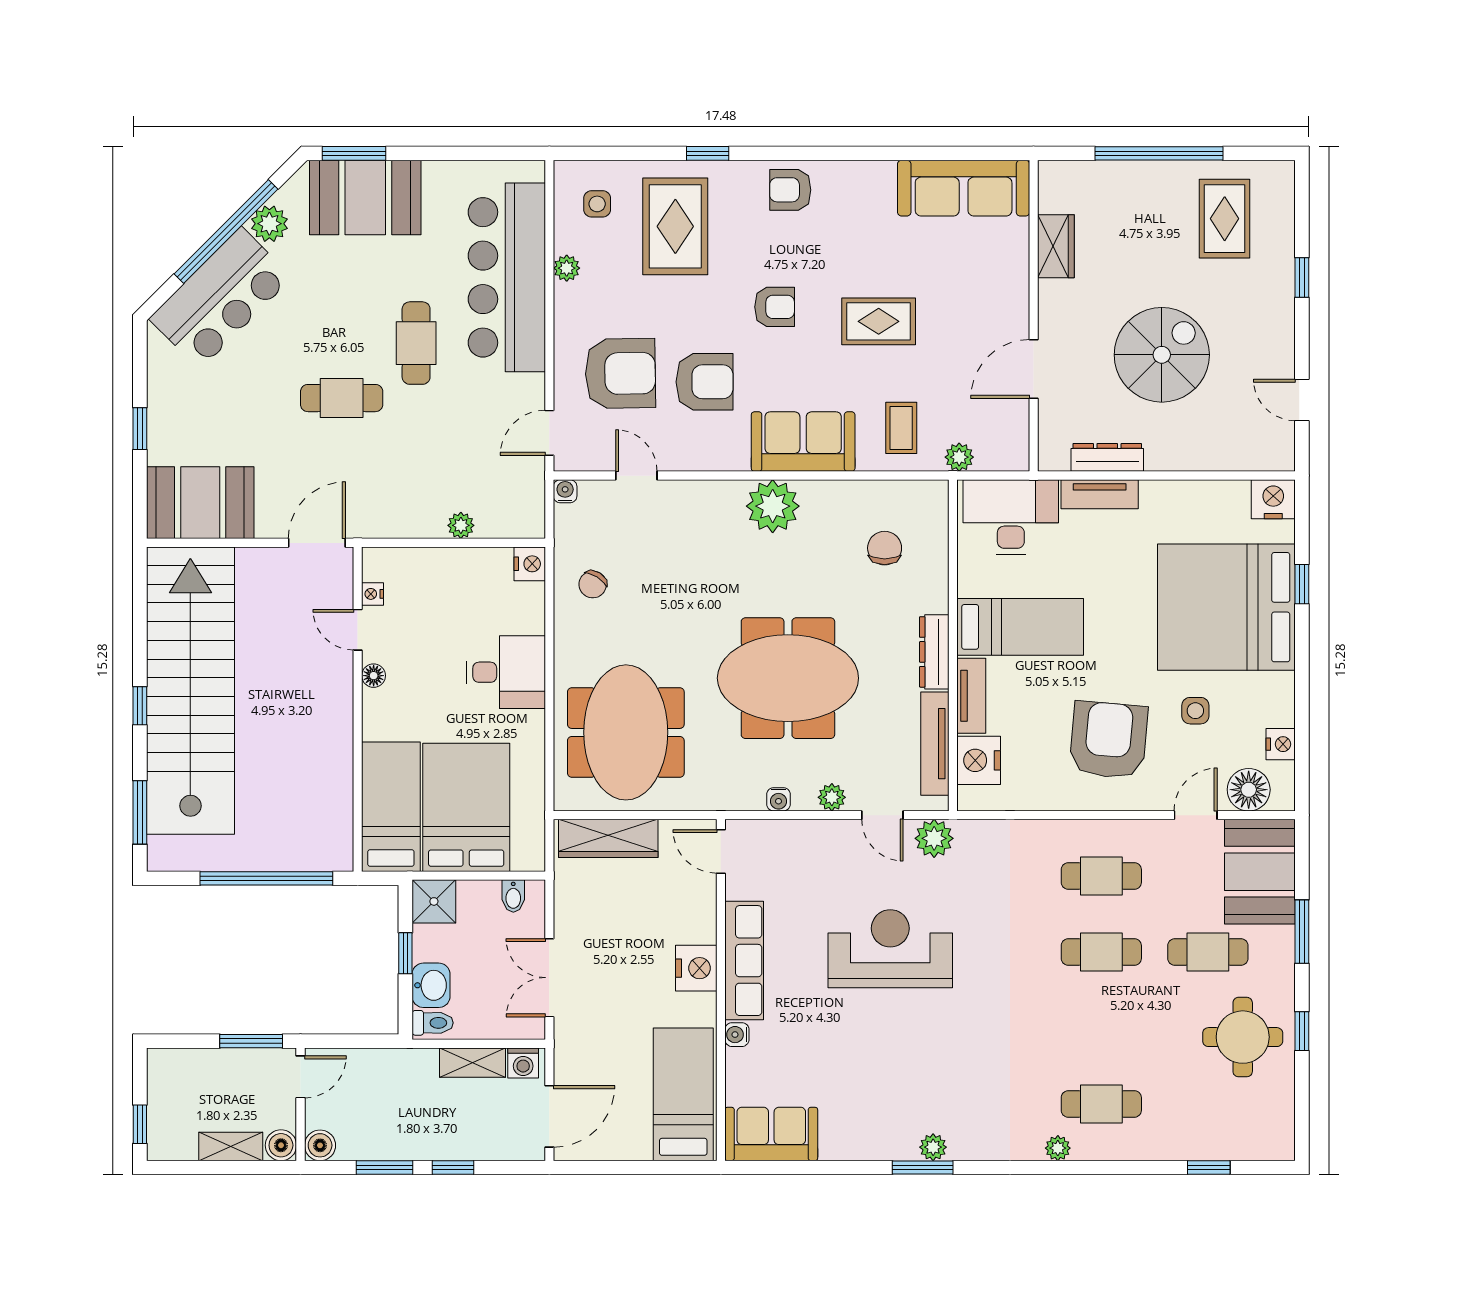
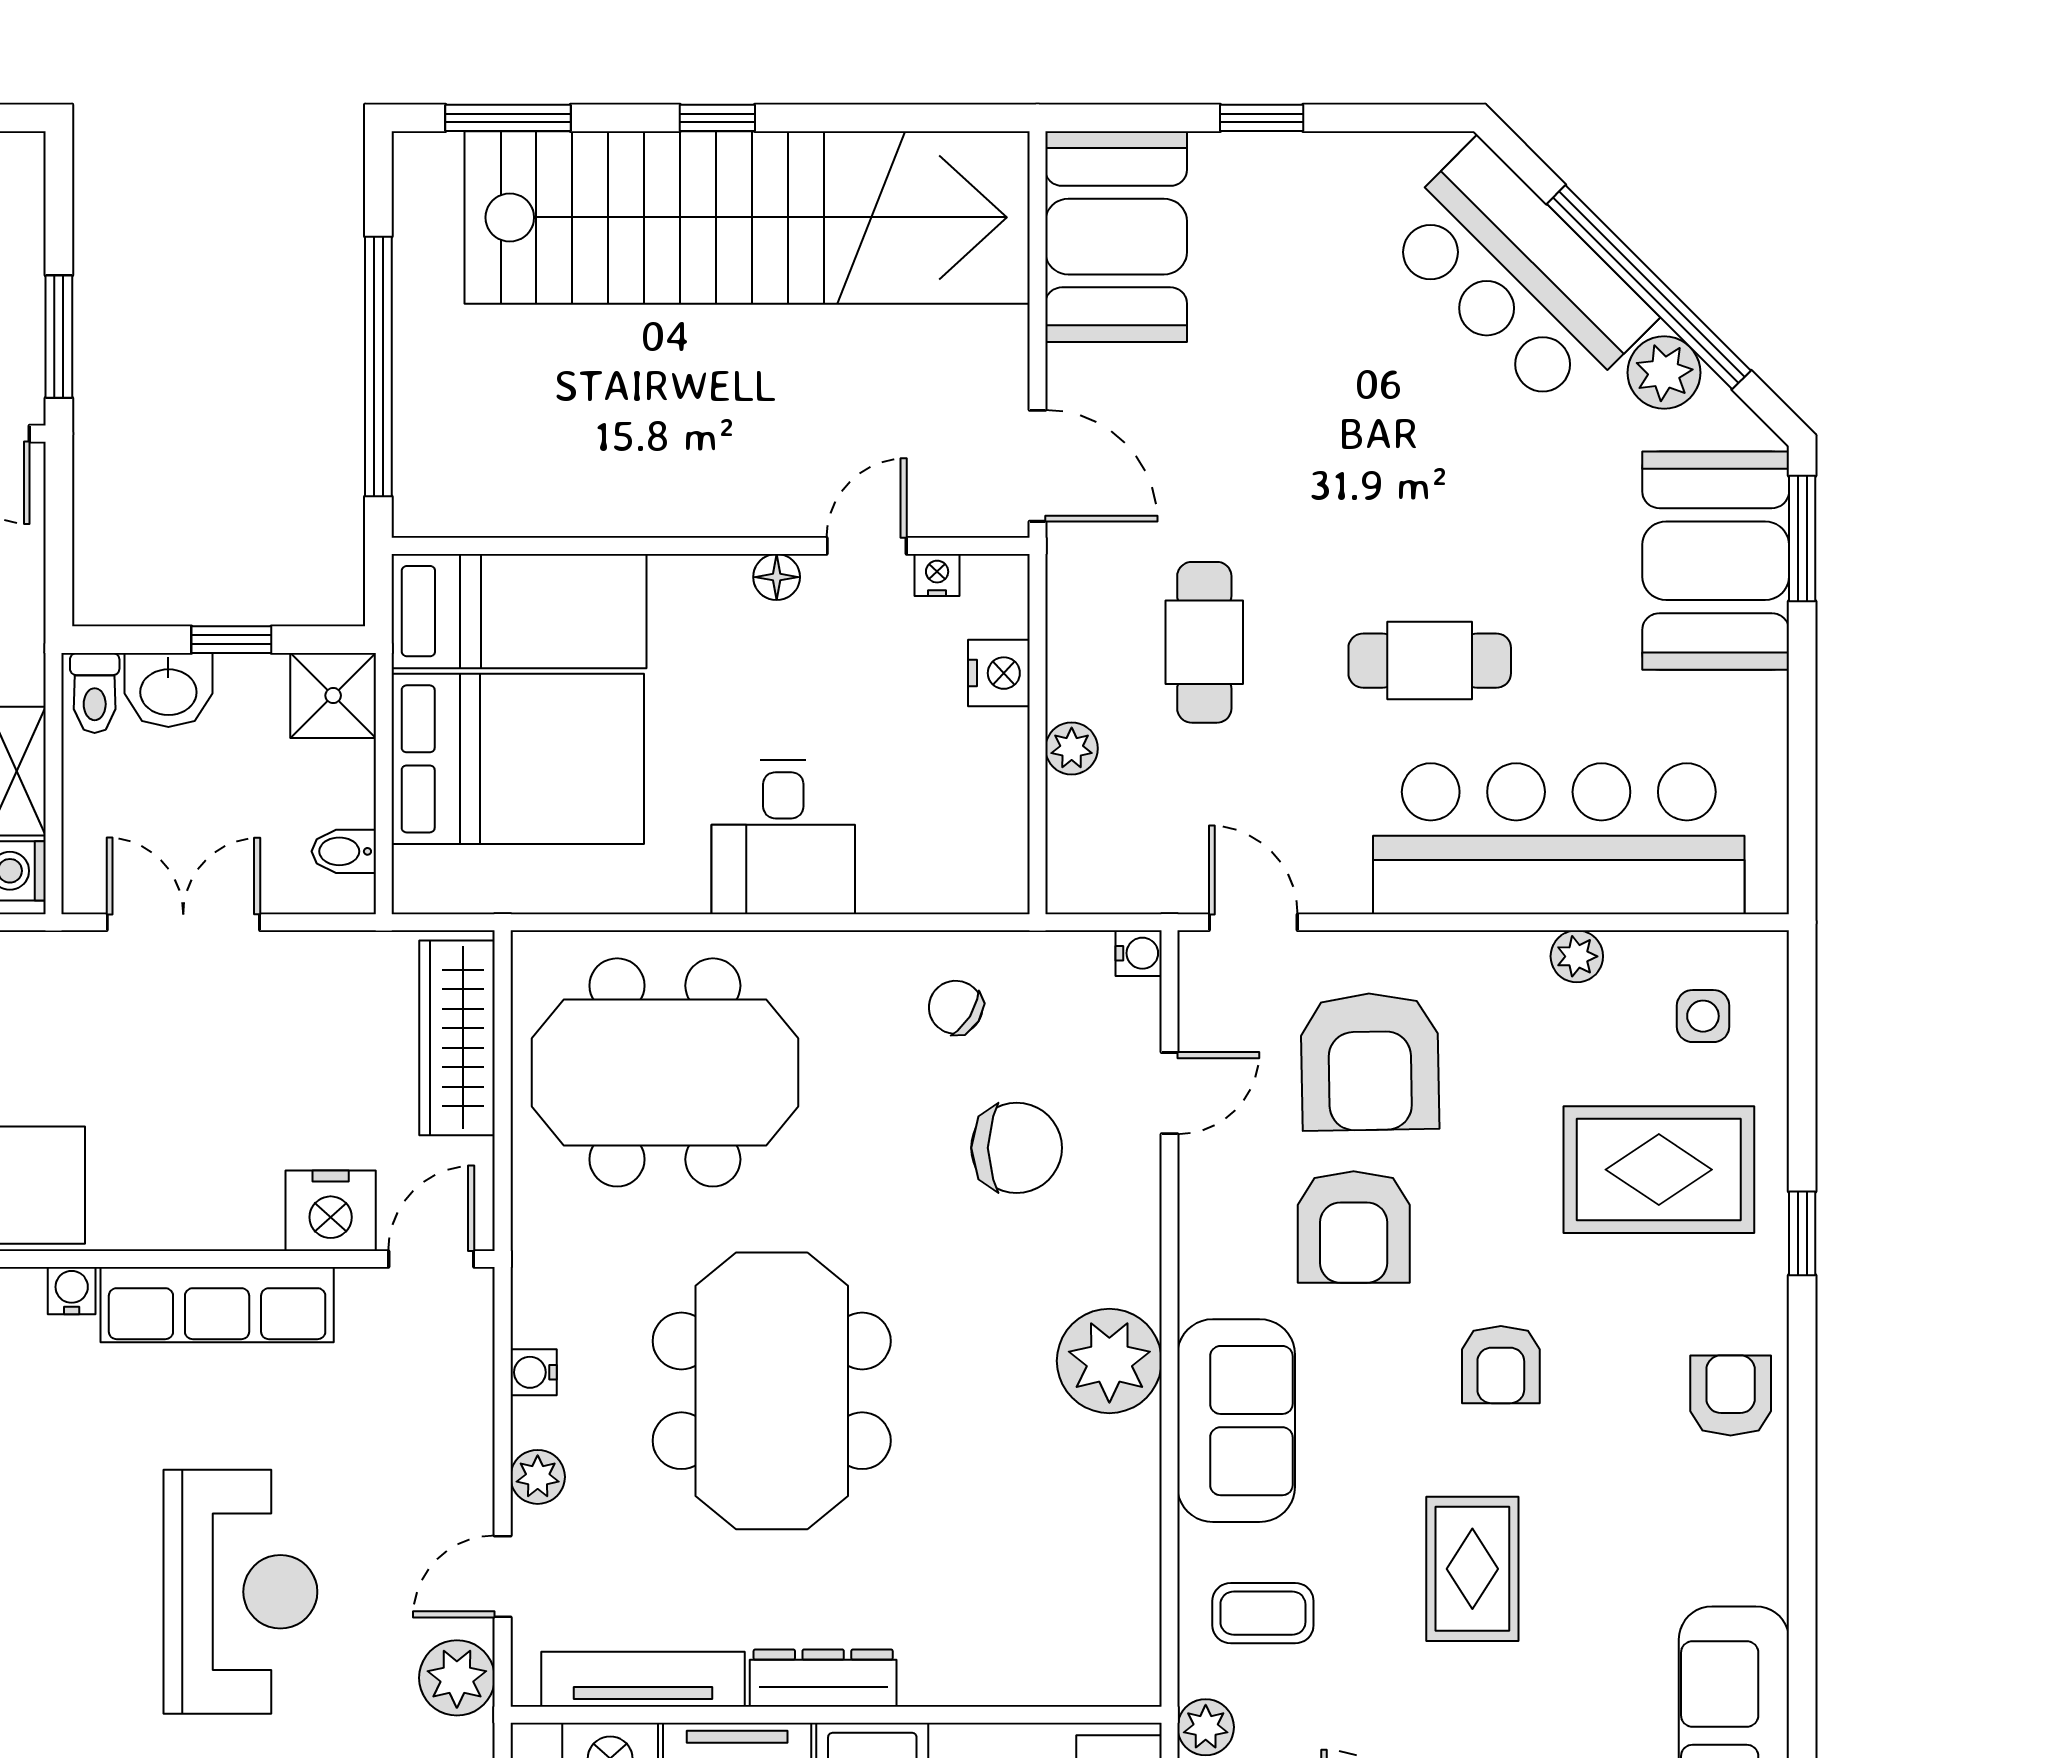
cafe table: (342, 398) -> (1204, 642), moved
chair: (885, 548) -> (1017, 1148), moved, width x1.37, depth x1.37
nightstand: (530, 564) -> (999, 673), moved, turned -90
nightstand: (696, 968) -> (331, 1211), moved

